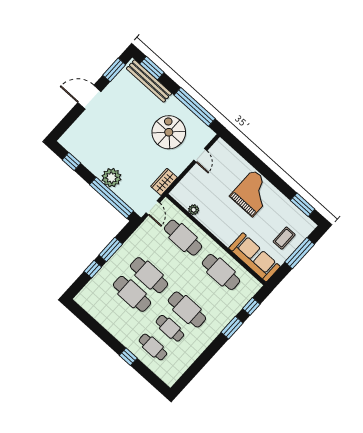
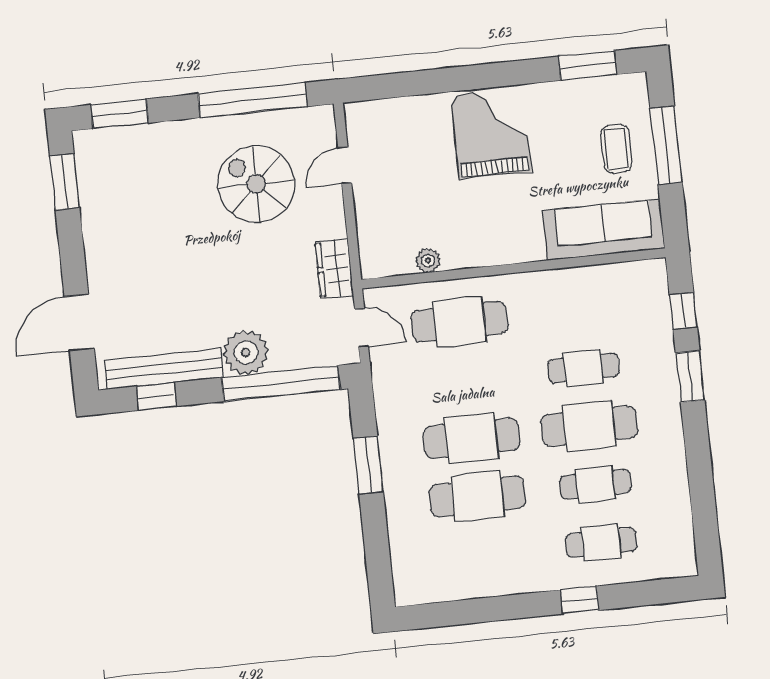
bench: (149, 81) -> (164, 369), moved
door: (89, 97) -> (79, 323), moved
door: (200, 155) -> (345, 165), swing flipped
window: (93, 269) -> (375, 526), removed
cafe table: (221, 272) -> (583, 368), moved, width x0.73, depth x0.74

